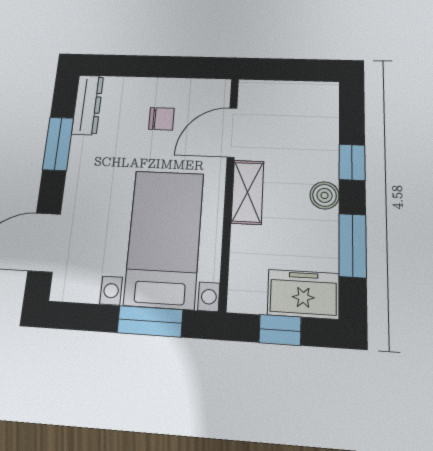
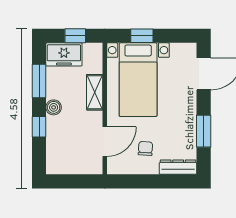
dresser: (88, 105) -> (178, 167), moved, turned 90
chair: (161, 119) -> (145, 148), turned 94
shelving: (248, 192) -> (95, 92), moved
window: (150, 321) -> (142, 36), width x0.67

